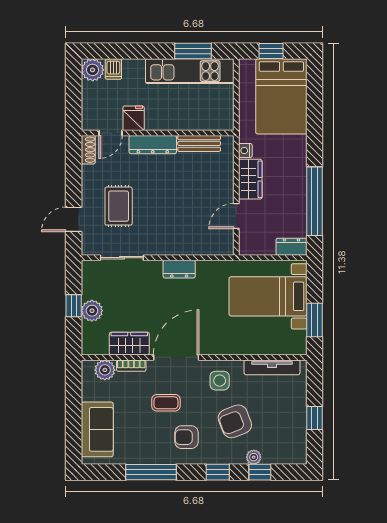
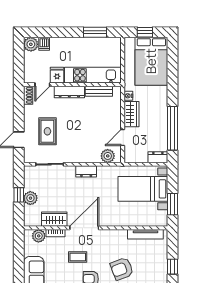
kitchen unit: (190, 71) -> (93, 75), moved, turned 180
plant: (213, 245) -> (108, 156), added
side table: (220, 381) -> (112, 243), removed

